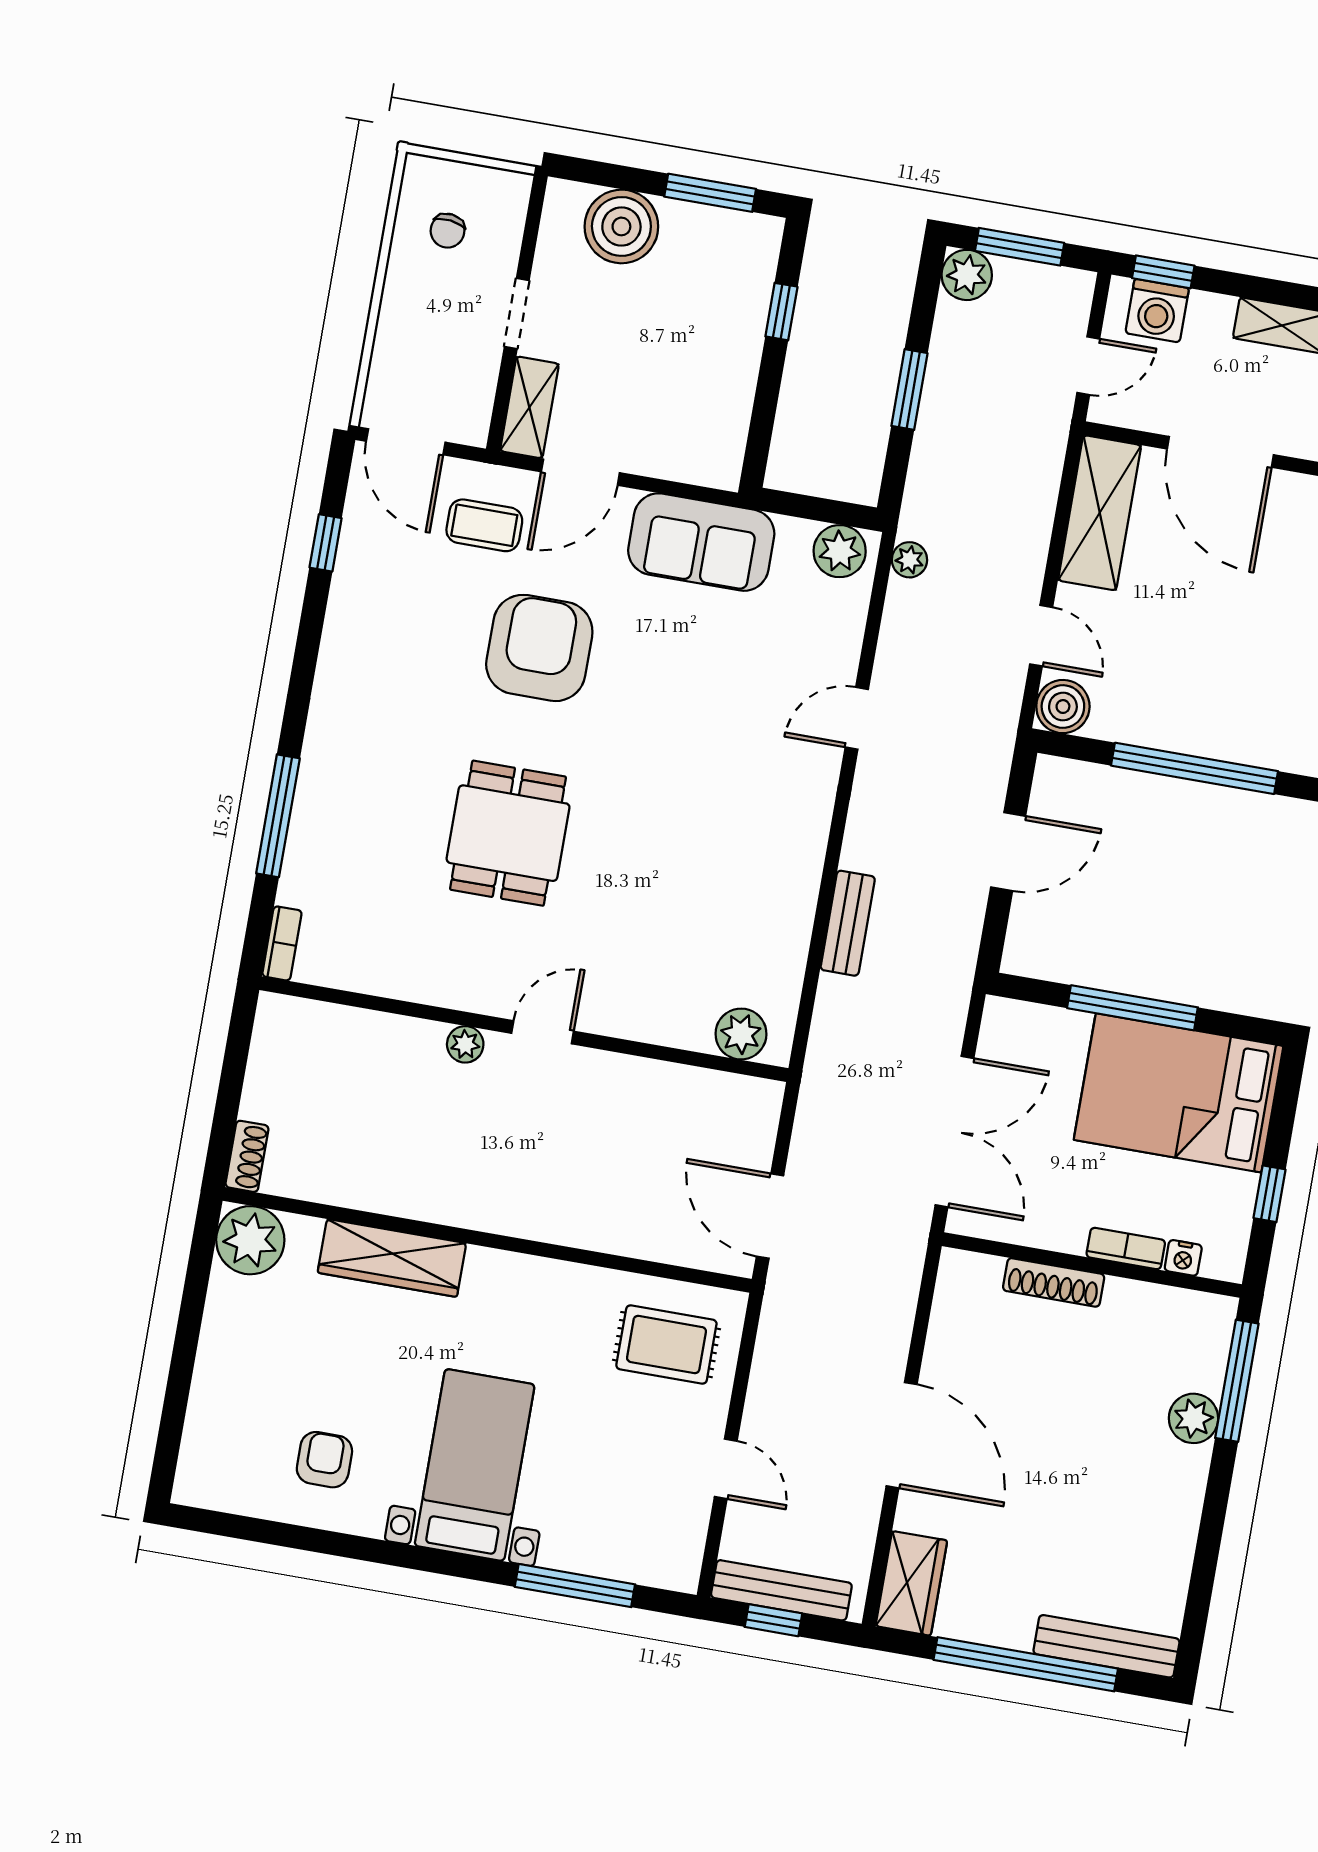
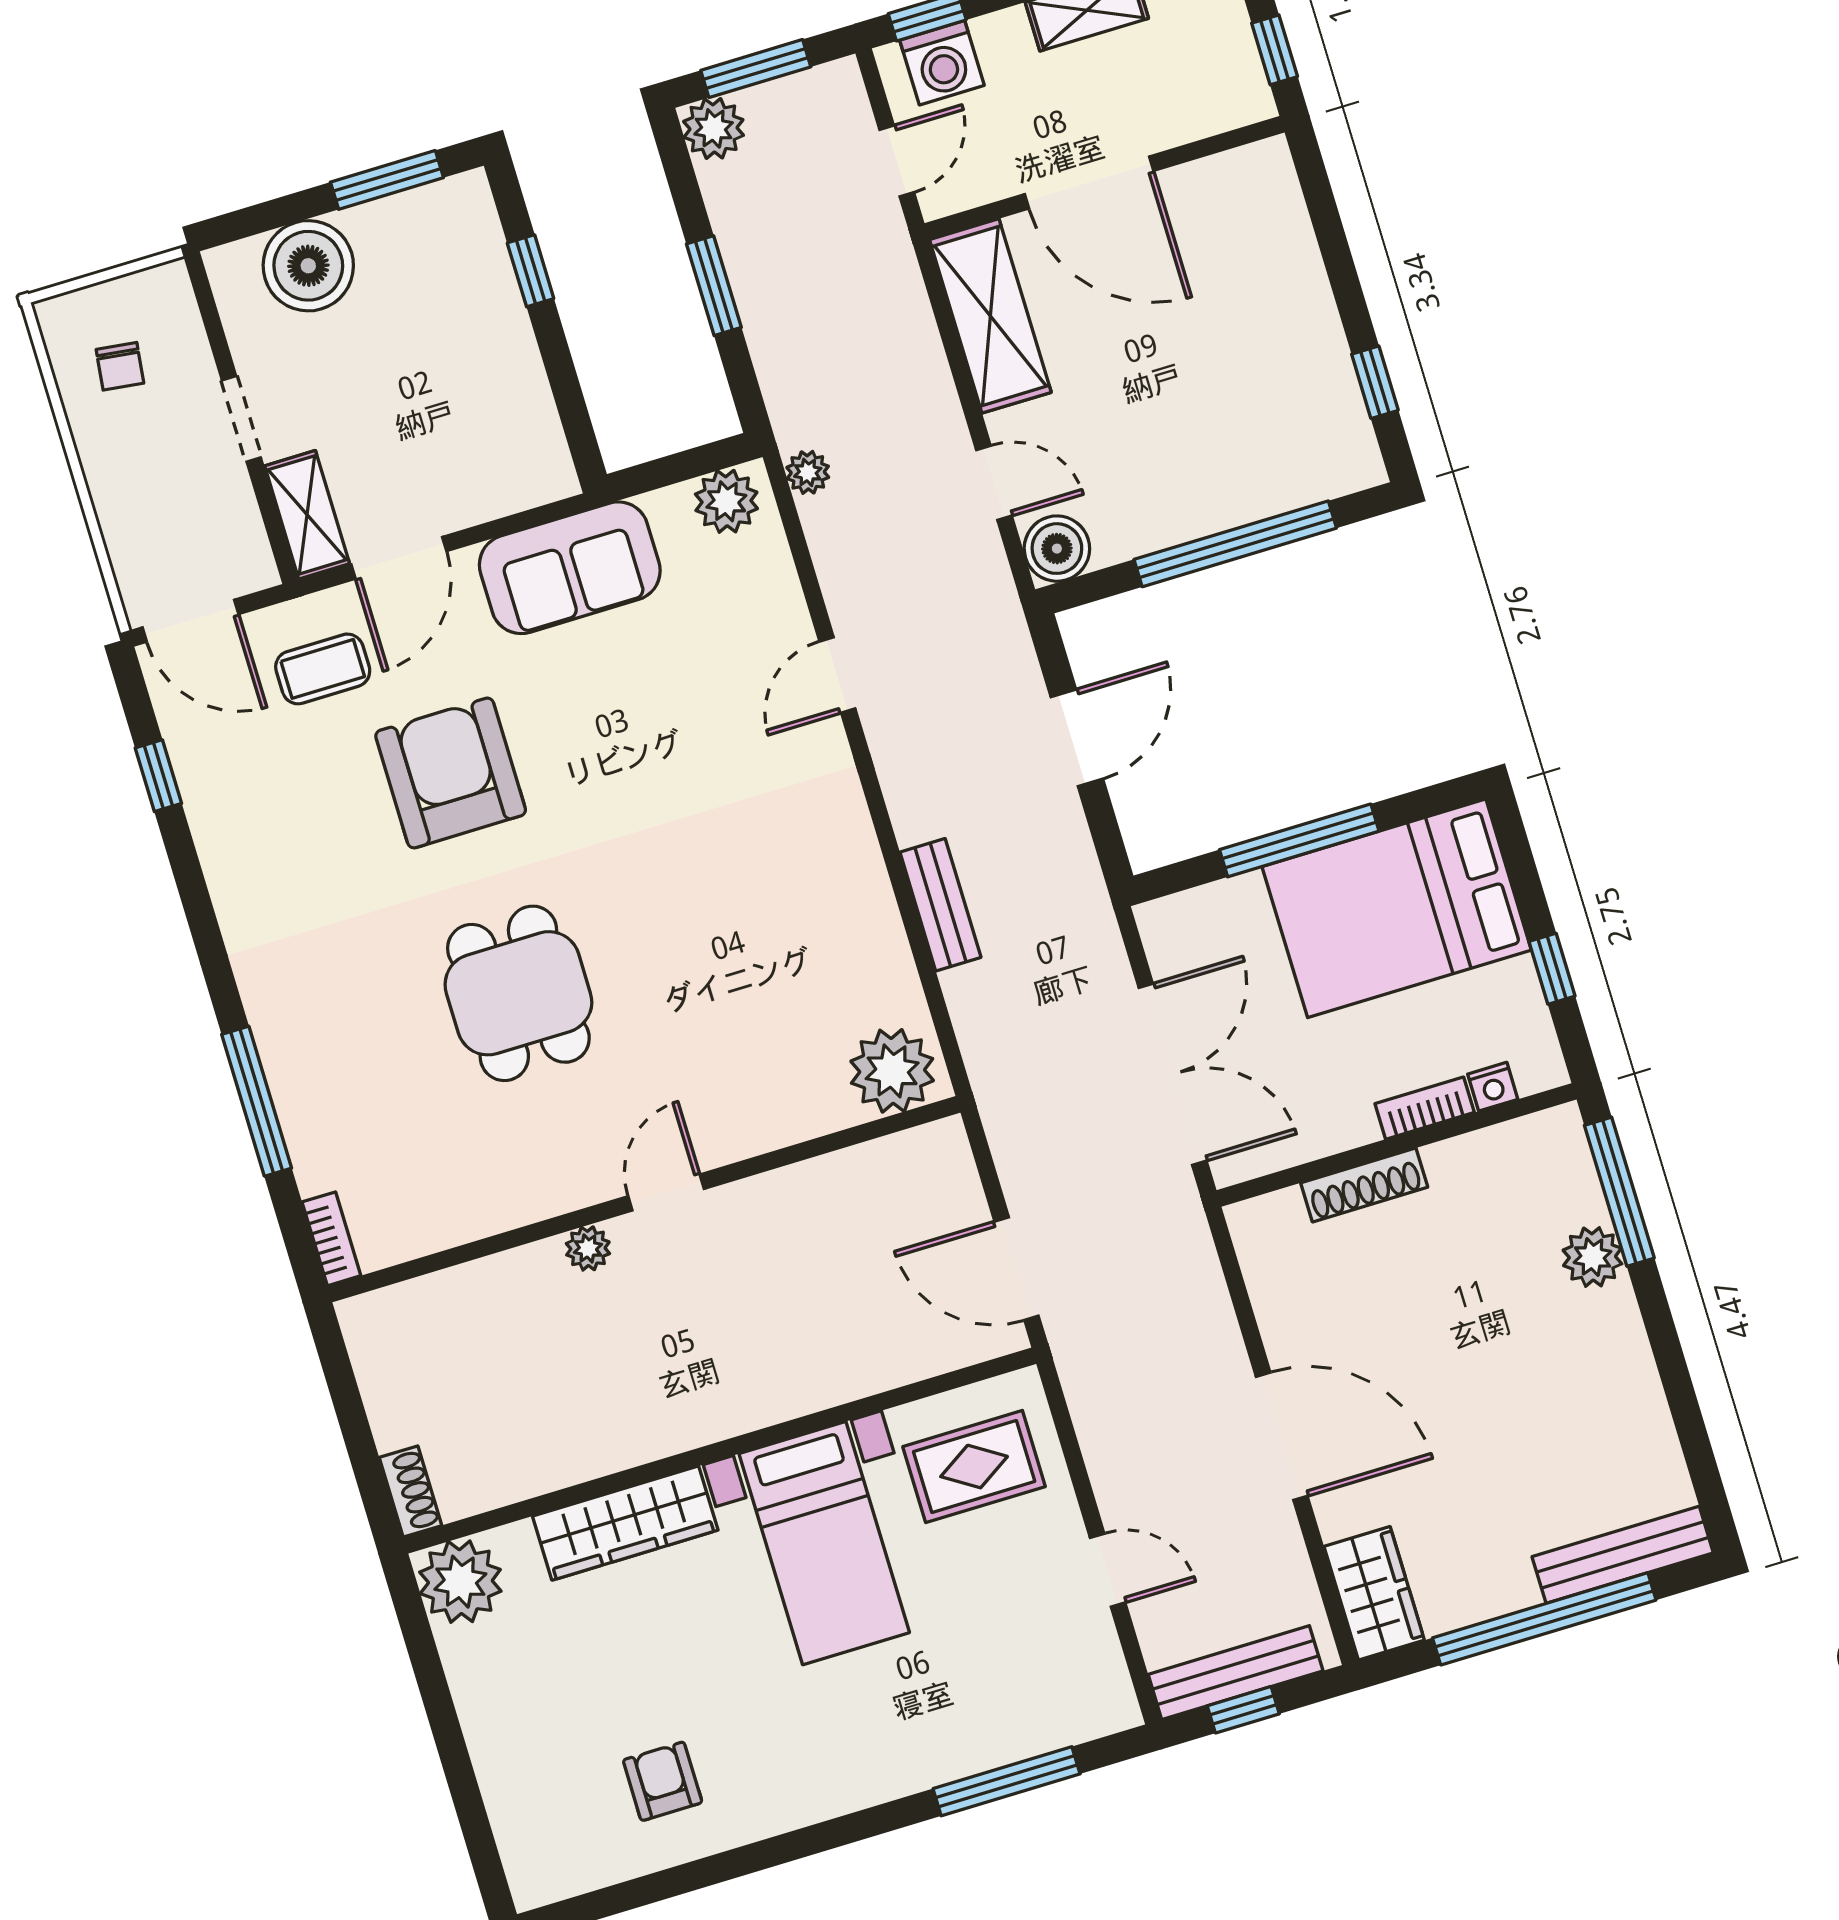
plant: (741, 1034) -> (892, 1071), width x1.36, depth x1.36
bed with nightstands: (475, 1465) -> (824, 1543), moved, turned 180

